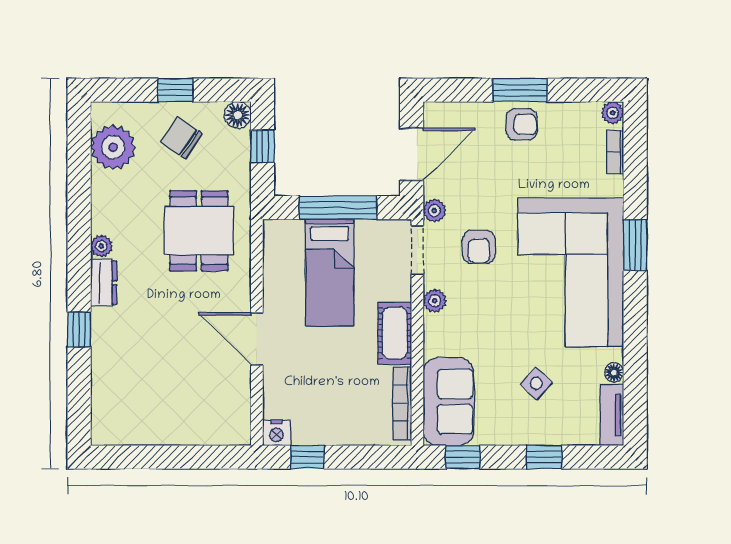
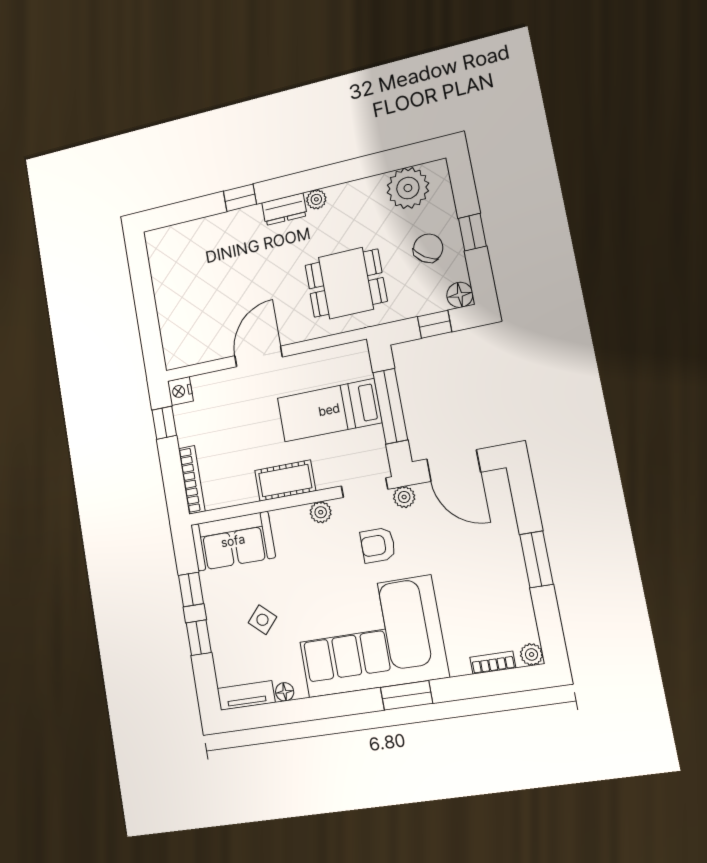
armchair: (522, 124) -> (503, 566), removed
bookcase: (402, 403) -> (192, 480), moved, turned 90
window: (463, 457) -> (191, 590), moved

